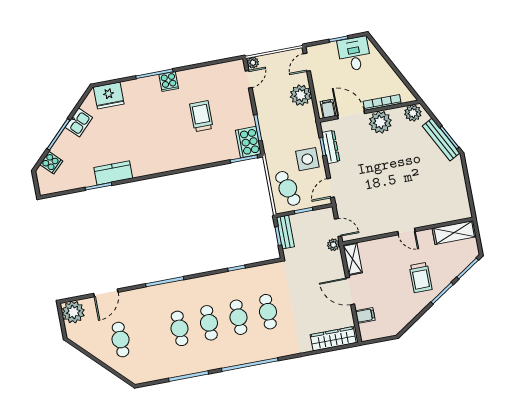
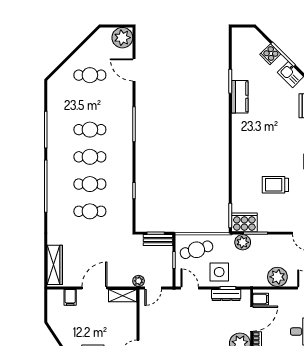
trolley: (201, 116) -> (275, 185), turned 180
plant: (270, 140) -> (243, 242), added
cooker: (51, 163) -> (270, 54), moved

